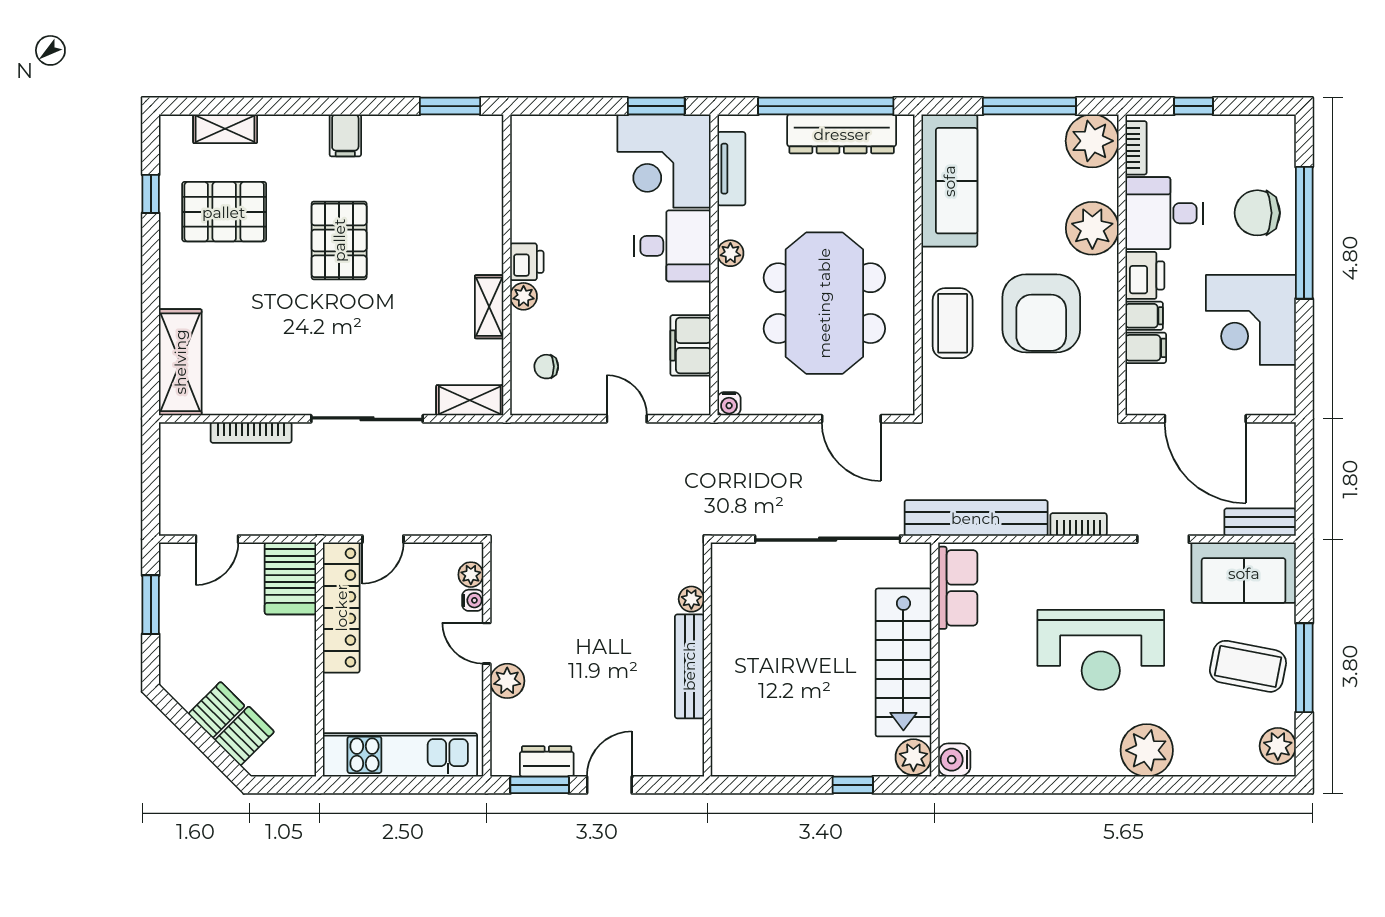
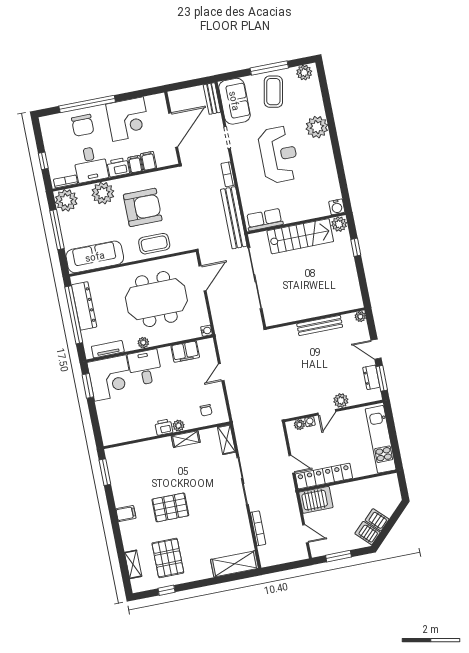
plant: (691, 599) -> (360, 317), moved
server rack: (244, 736) -> (368, 533), moved

